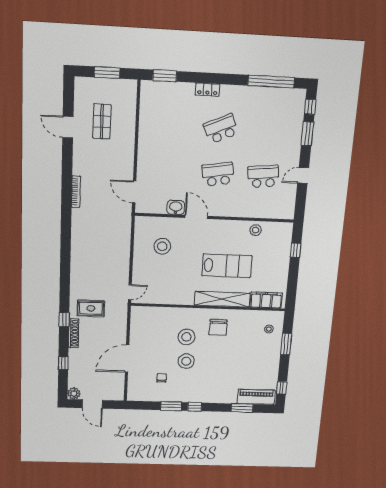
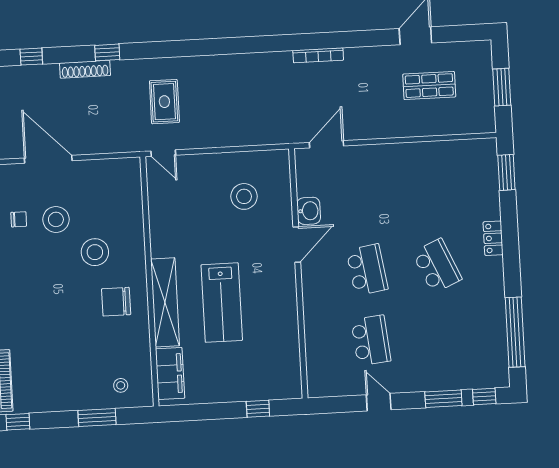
stool: (256, 230) -> (285, 340), removed
rug: (91, 308) -> (164, 102), moved
stool: (186, 361) -> (56, 219), moved

